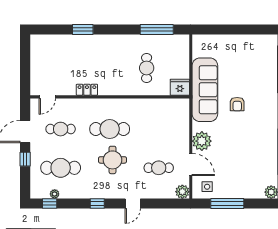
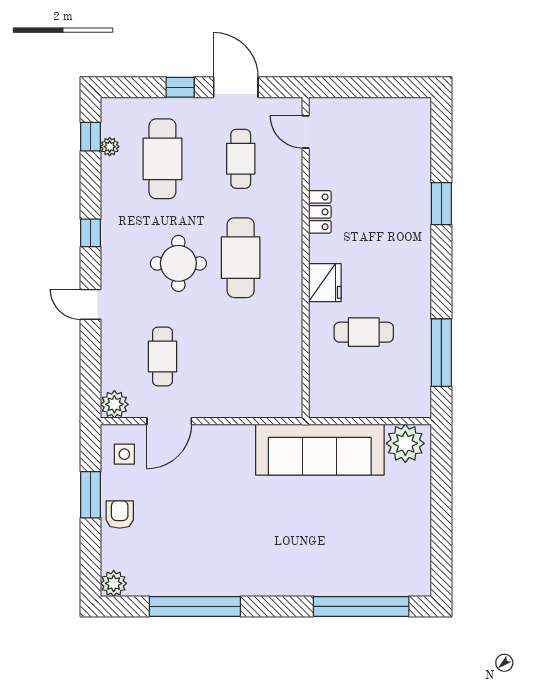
fridge: (180, 87) -> (325, 283), moved
armchair: (237, 104) -> (120, 514), moved, turned 90
plant: (202, 141) -> (405, 443), moved
window: (227, 203) -> (91, 495), width x0.69

